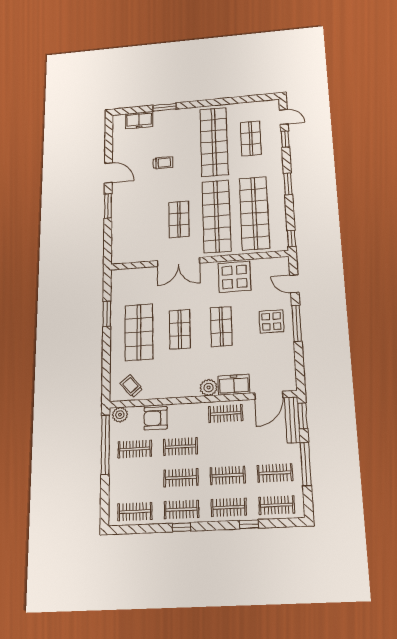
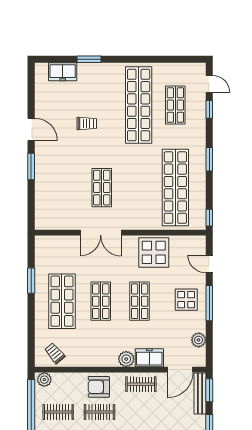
shop shelf: (216, 216) -> (139, 188), removed
plant: (287, 362) -> (199, 340), added
armchair: (156, 418) -> (99, 387), moved

